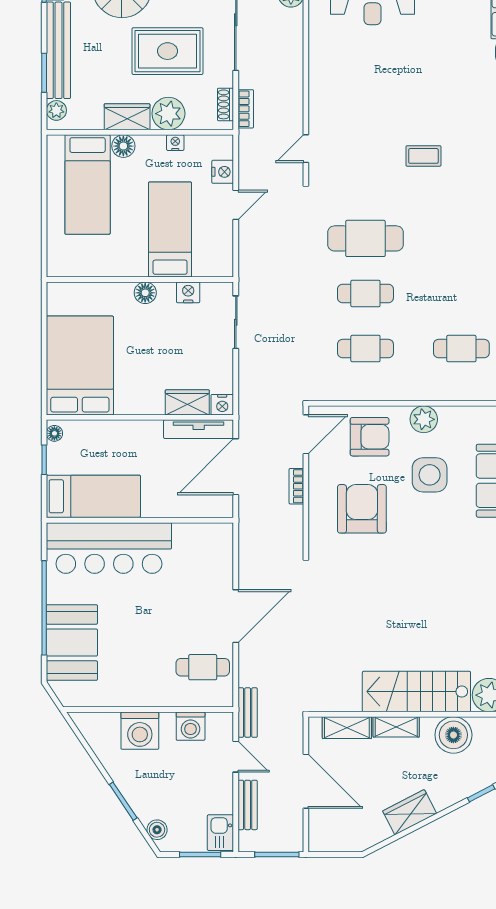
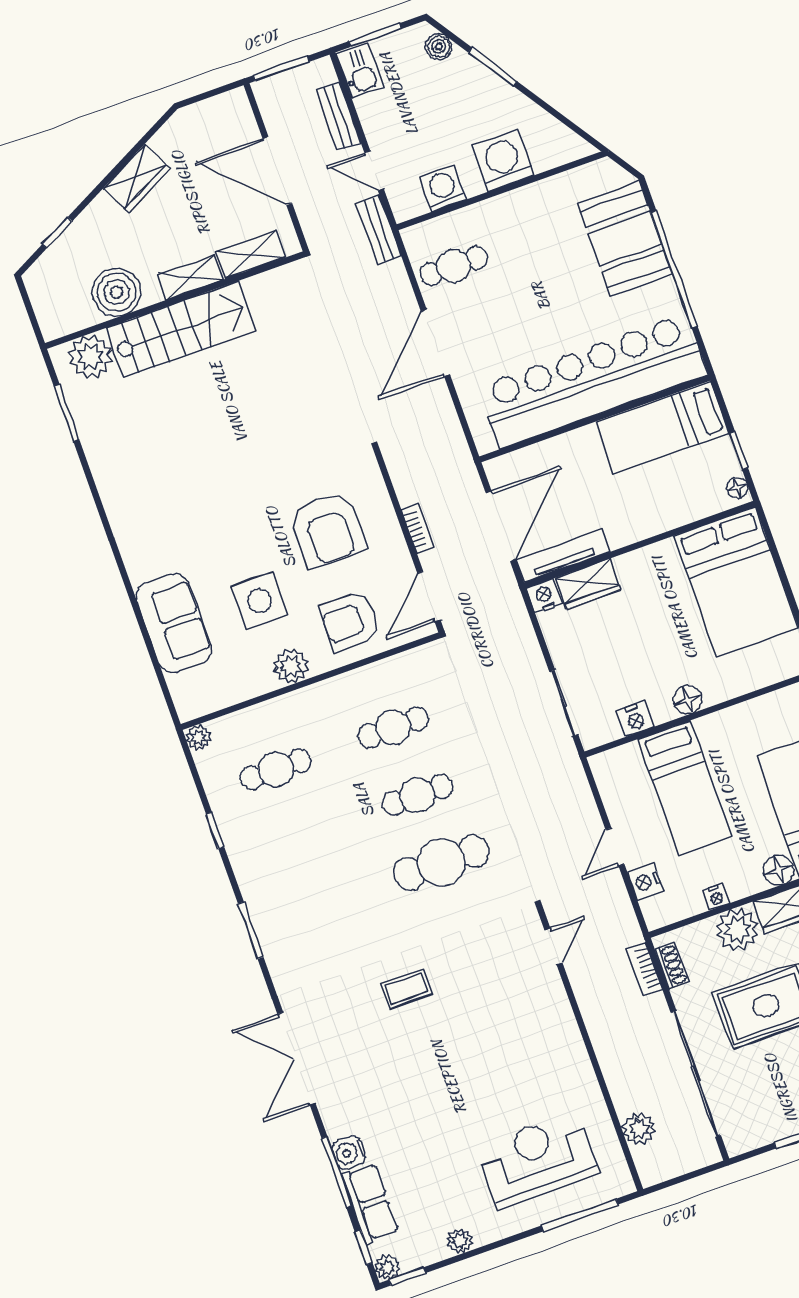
bar counter: (109, 548) -> (593, 381), width x1.36

